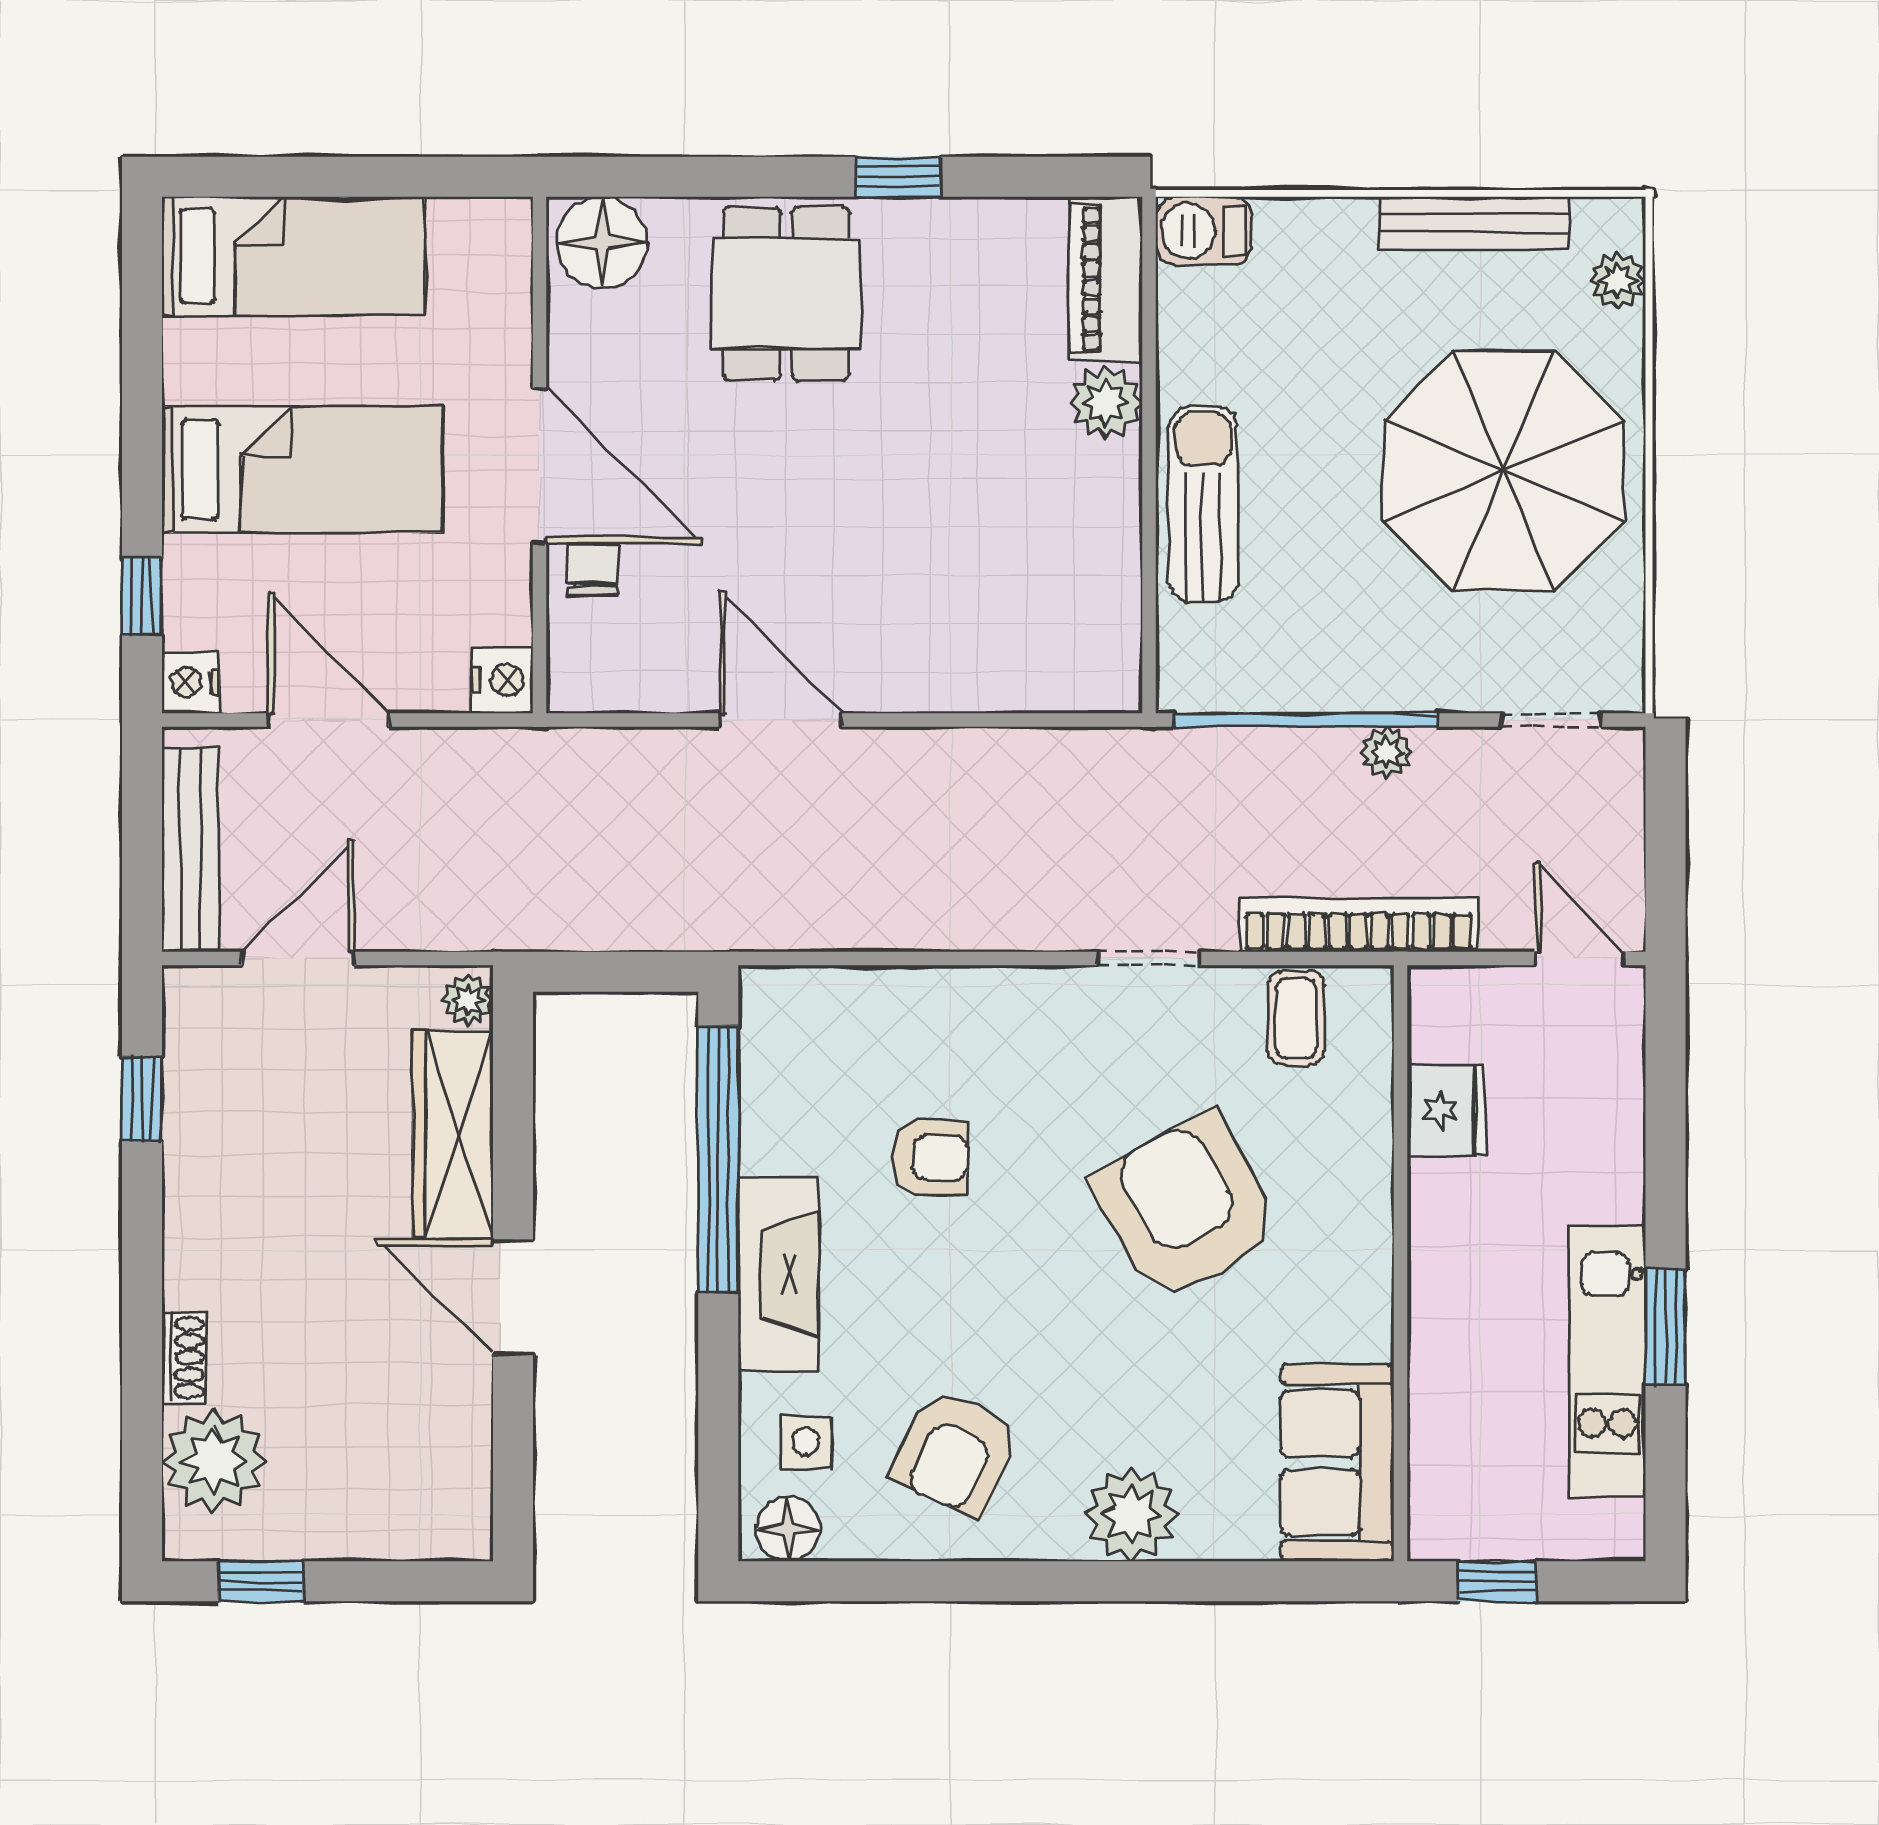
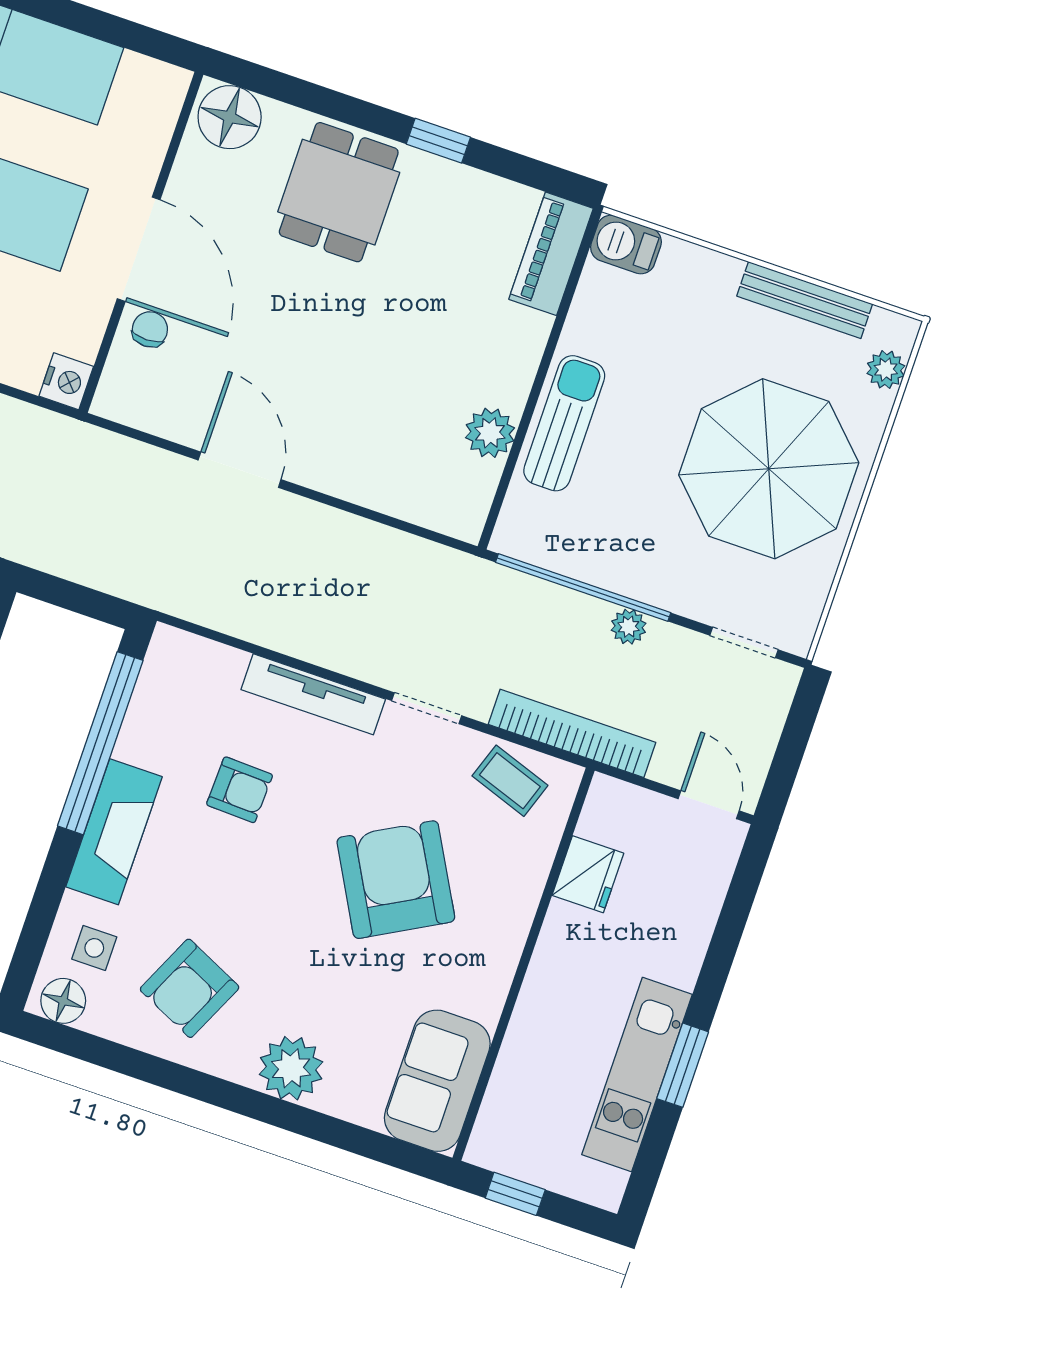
plant: (1106, 403) -> (490, 433), moved
tv unit: (987, 993) -> (313, 694), added
coffee table: (1296, 1019) -> (510, 781), turned -71

